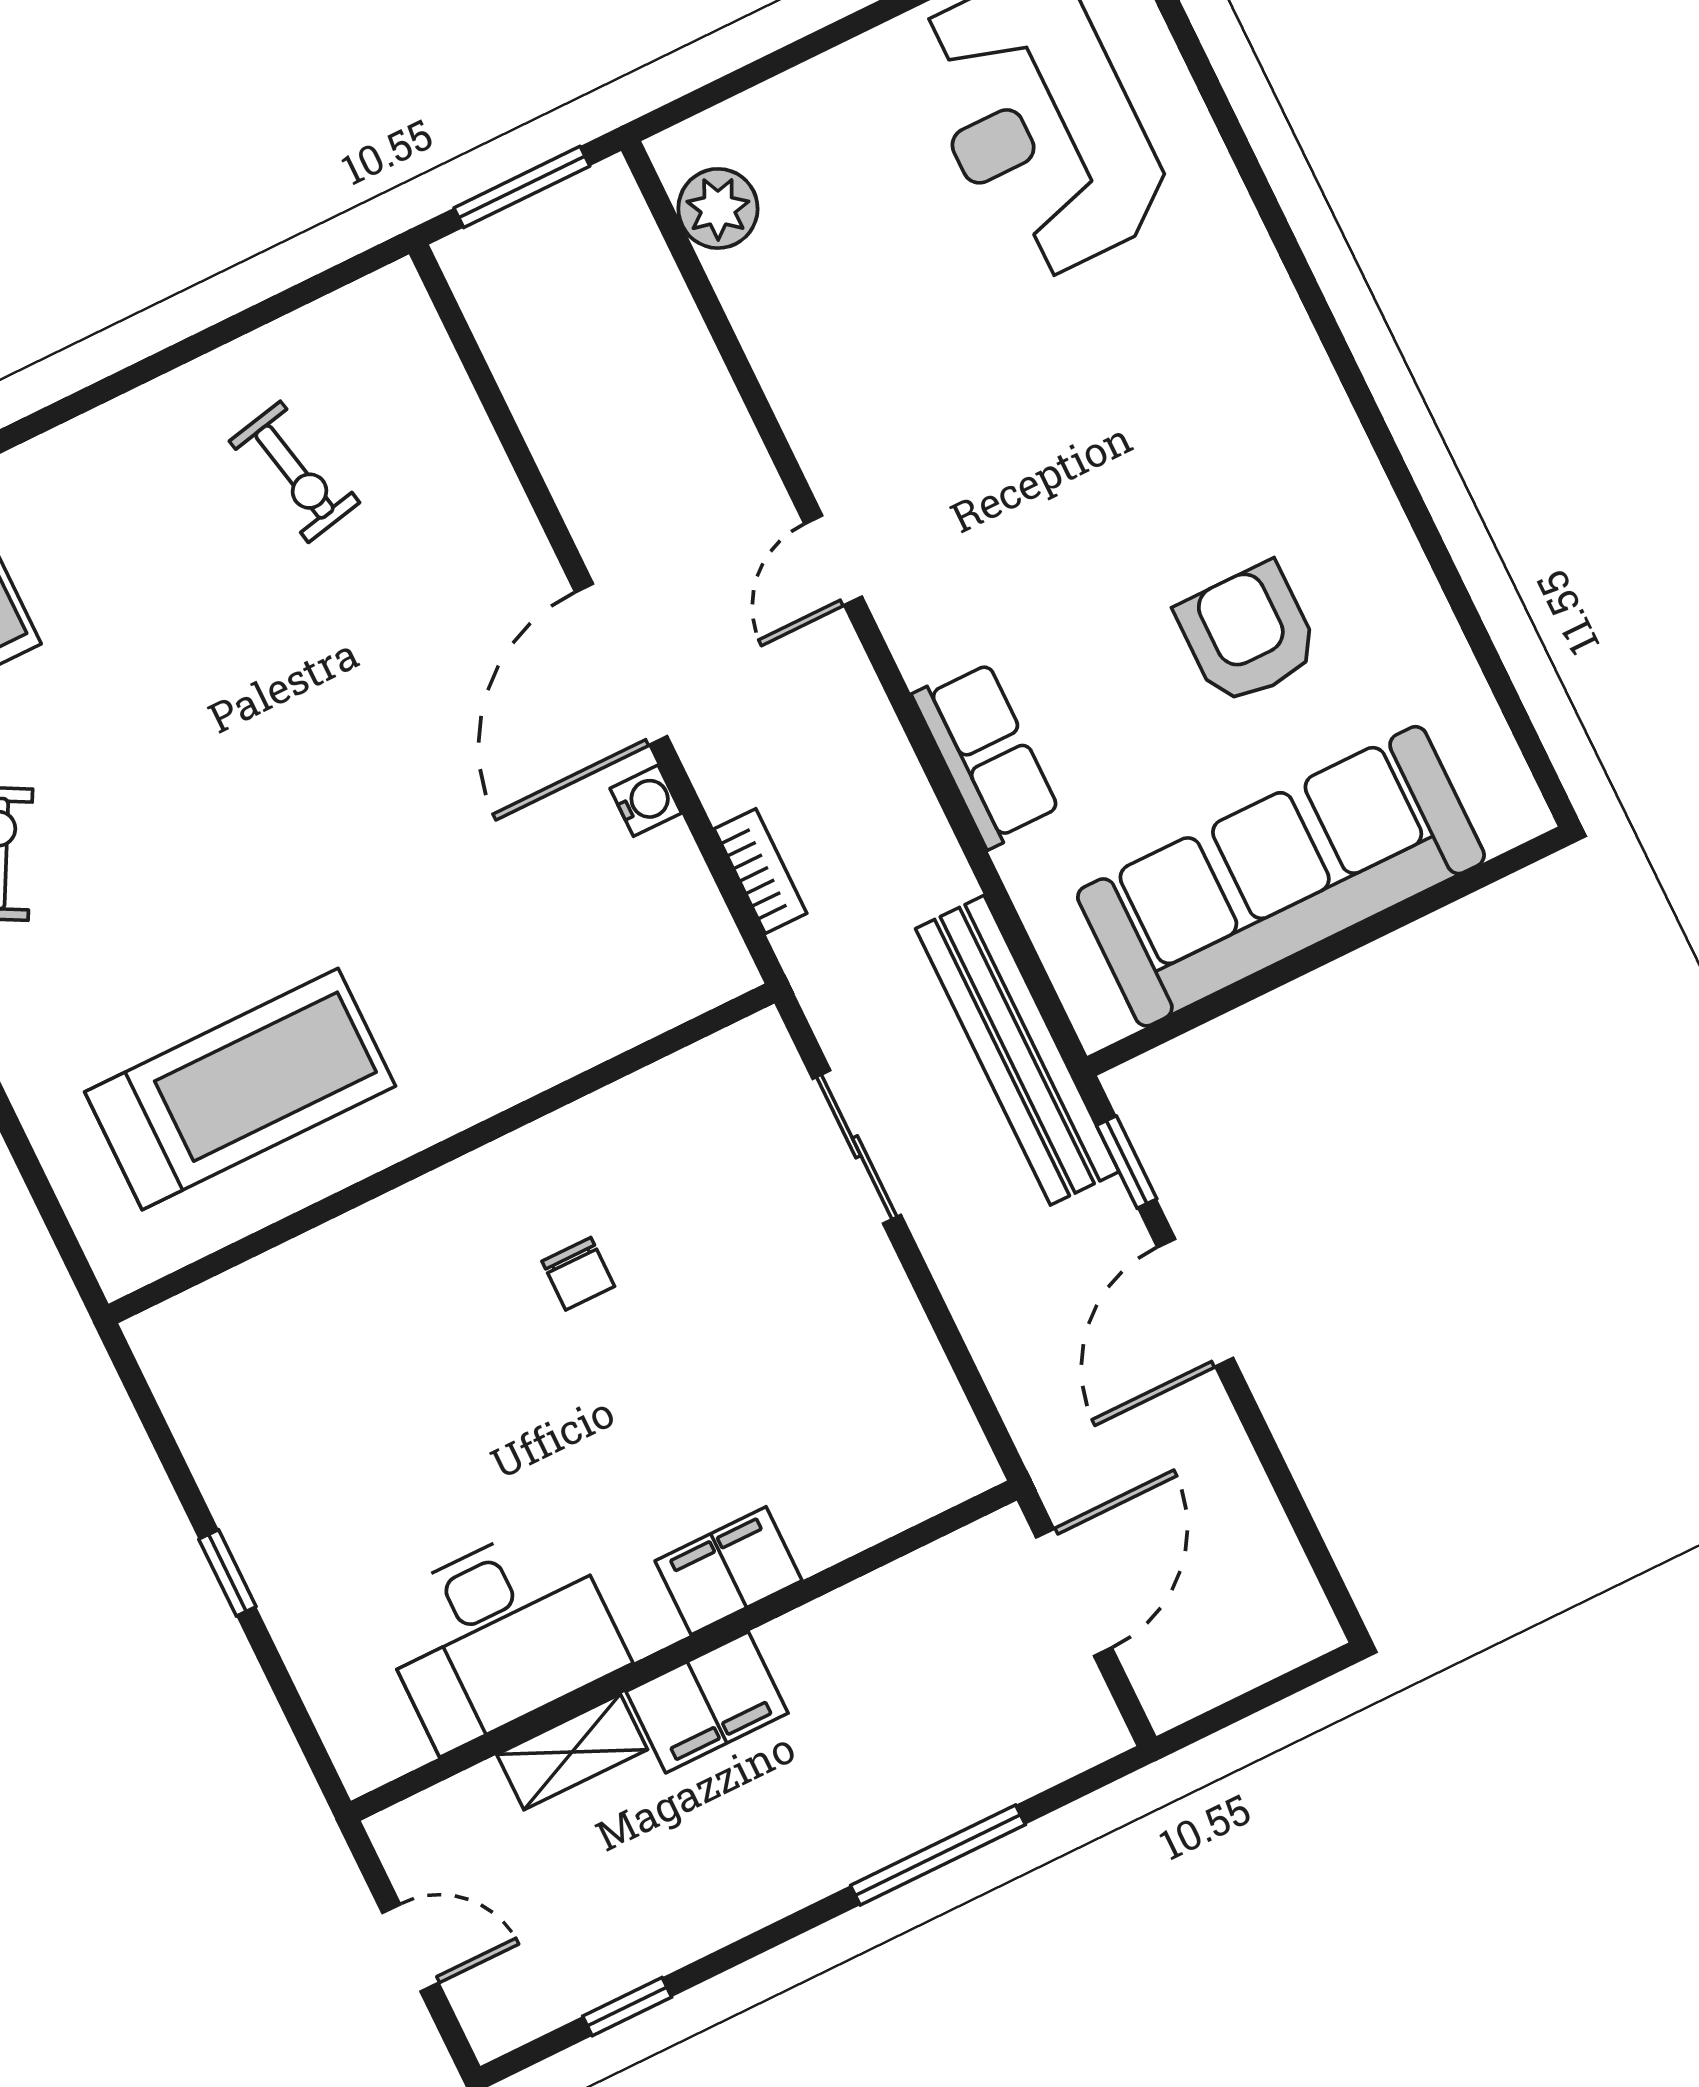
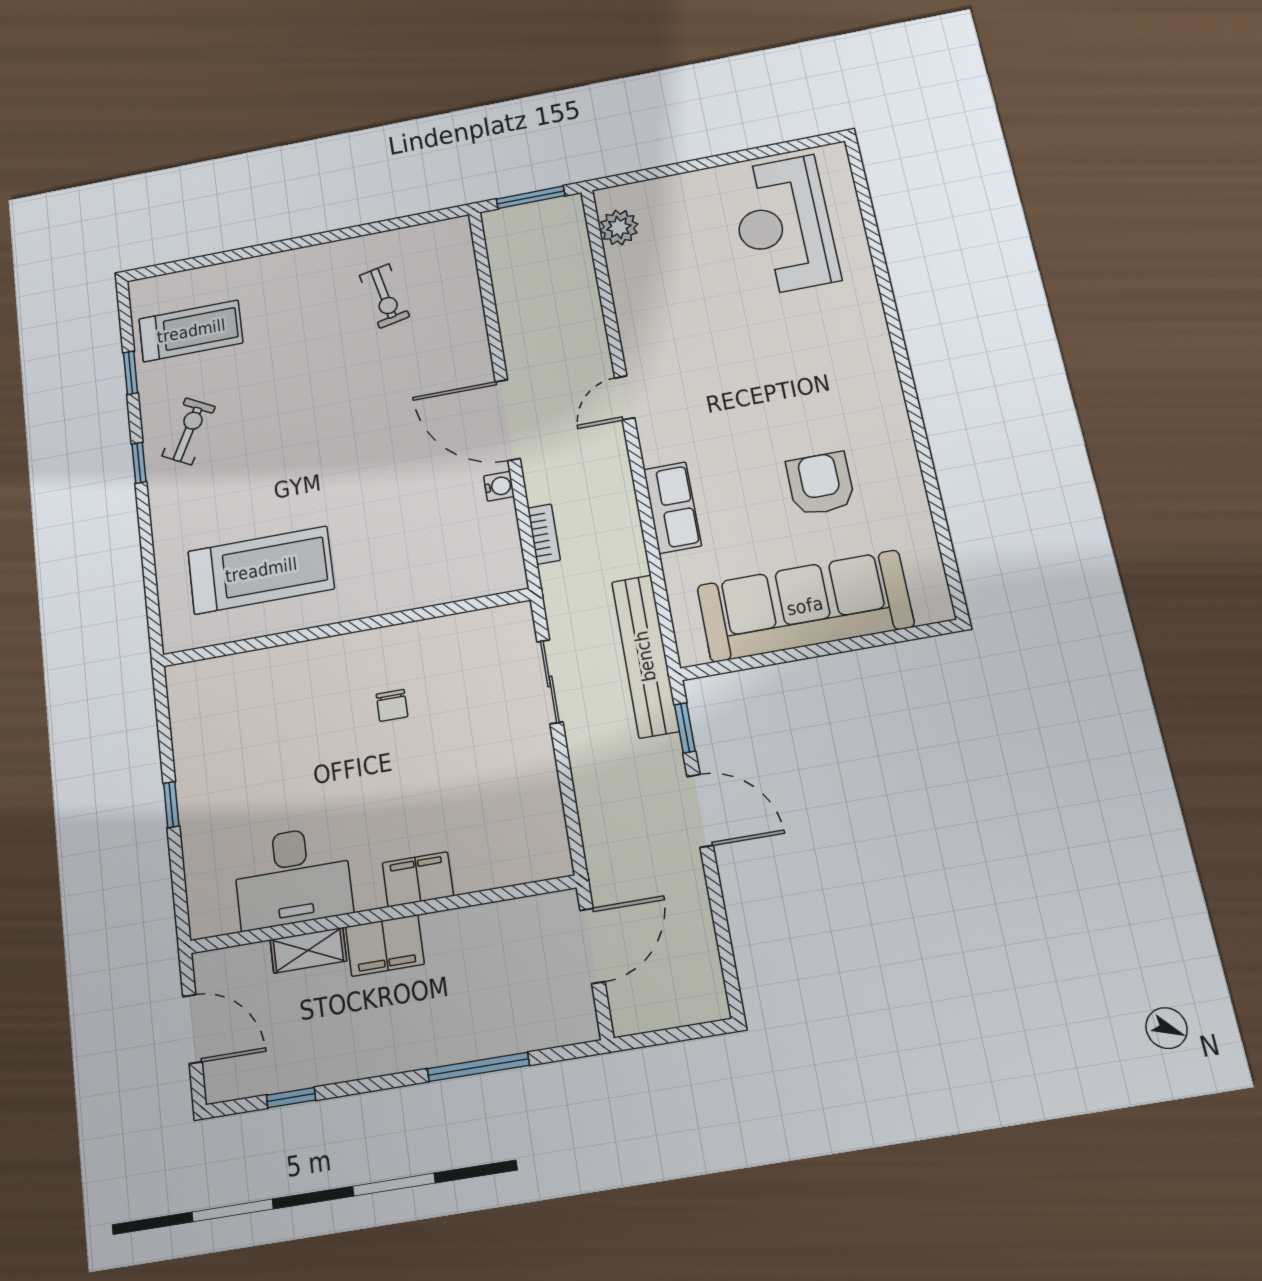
door: (621, 664) -> (508, 420), hinge flipped
door: (1195, 1303) -> (700, 811), swing flipped
door: (410, 1948) -> (192, 1029), width x1.38

